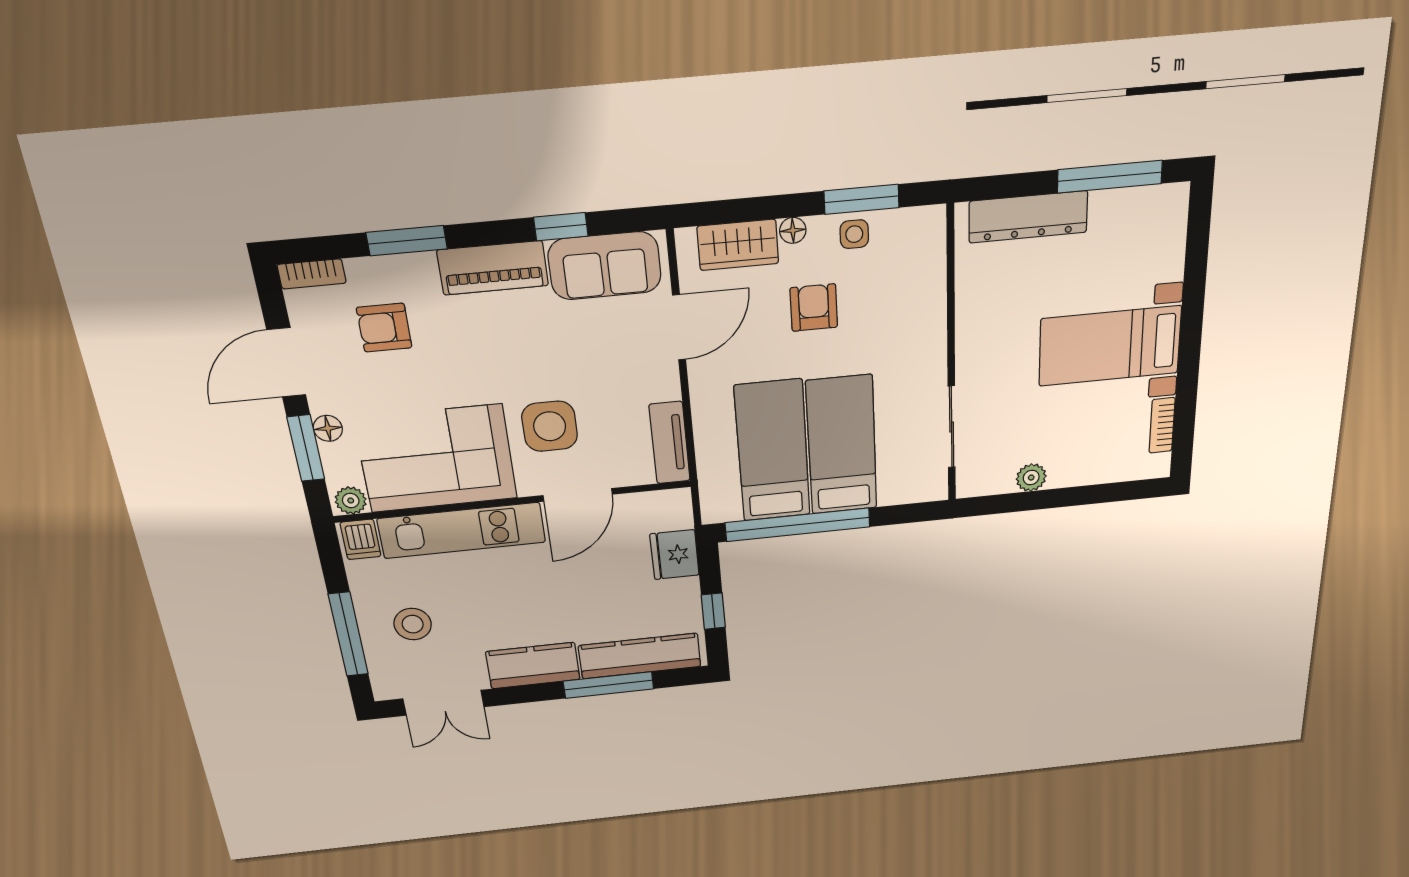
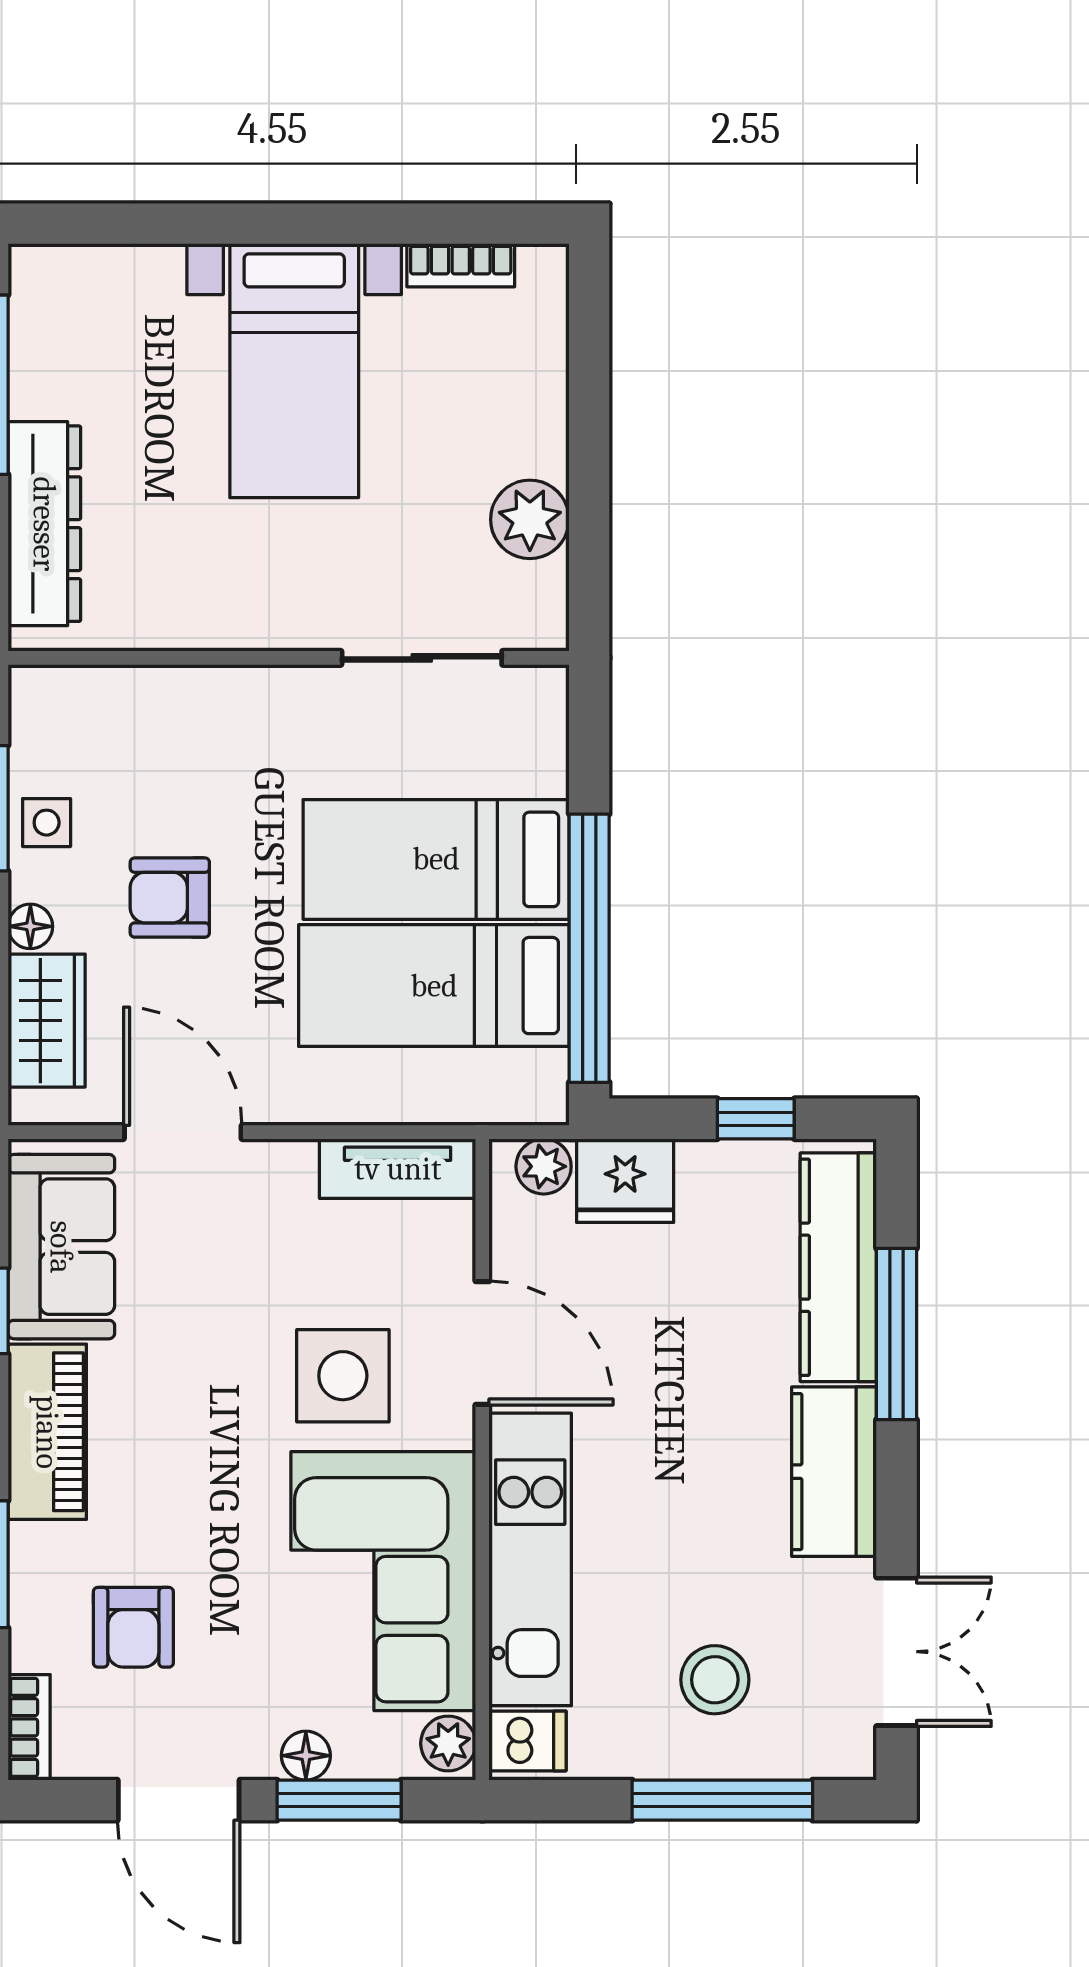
plant: (1031, 478) -> (530, 519), width x1.38, depth x1.38
plant: (678, 515) -> (544, 1166), added

